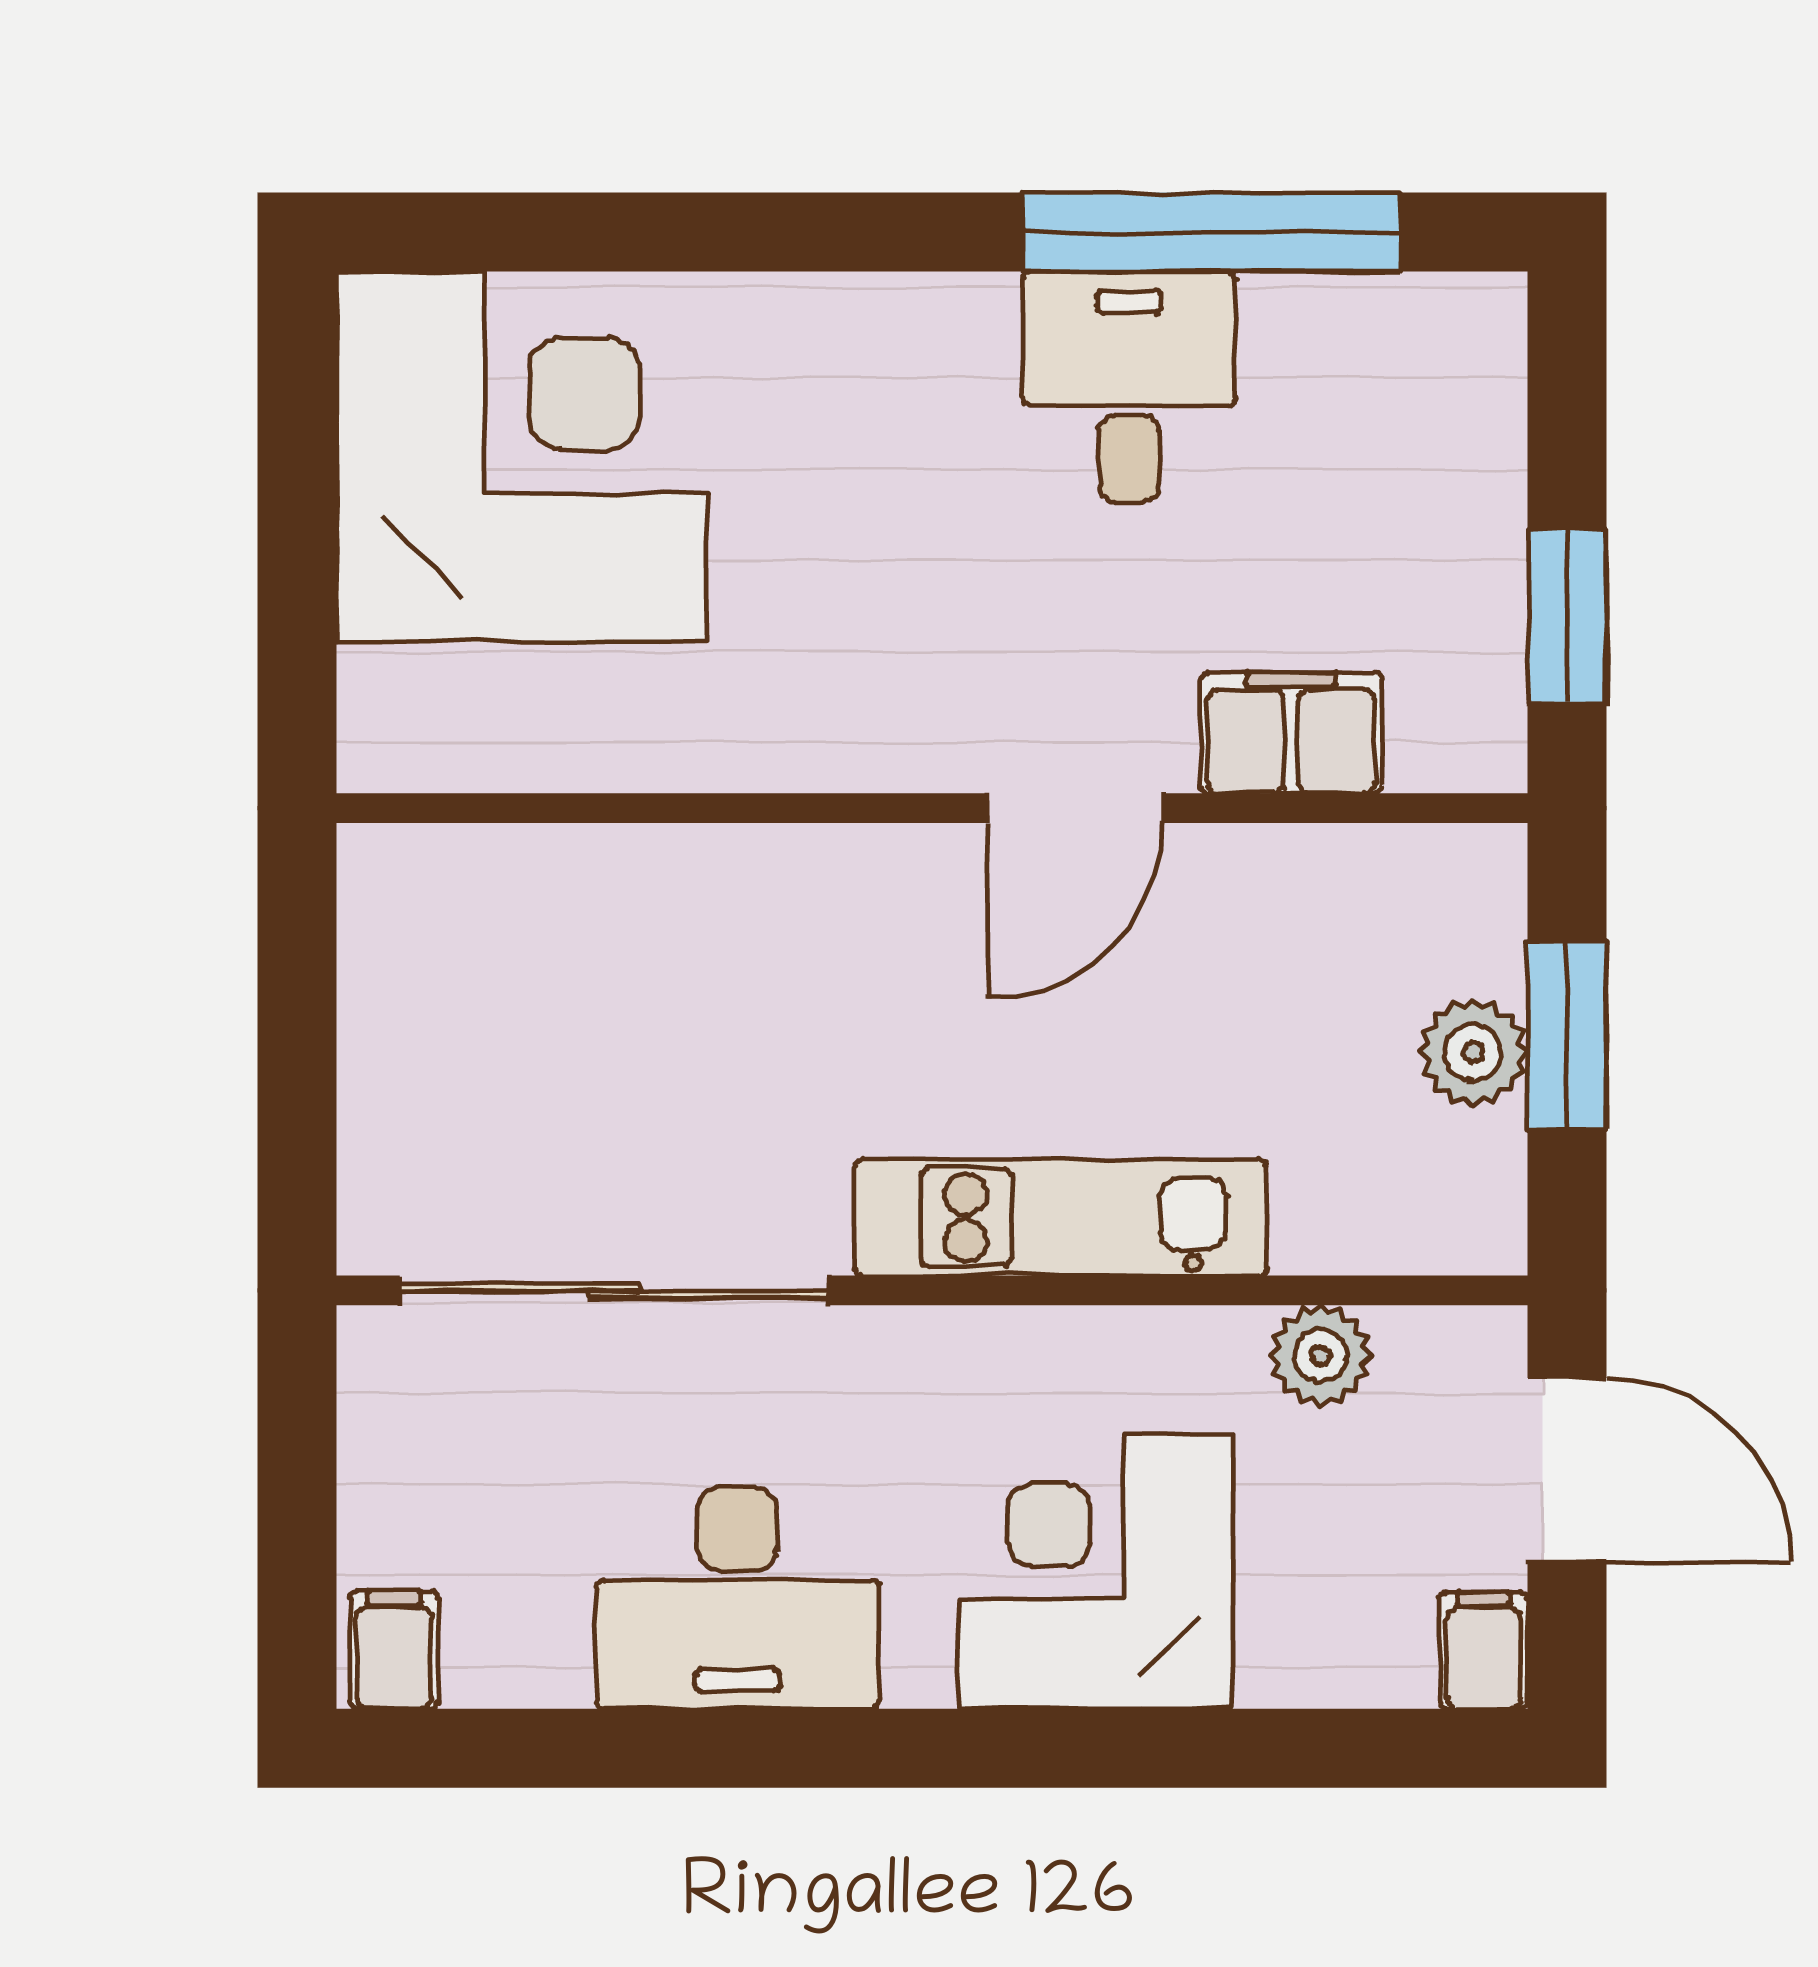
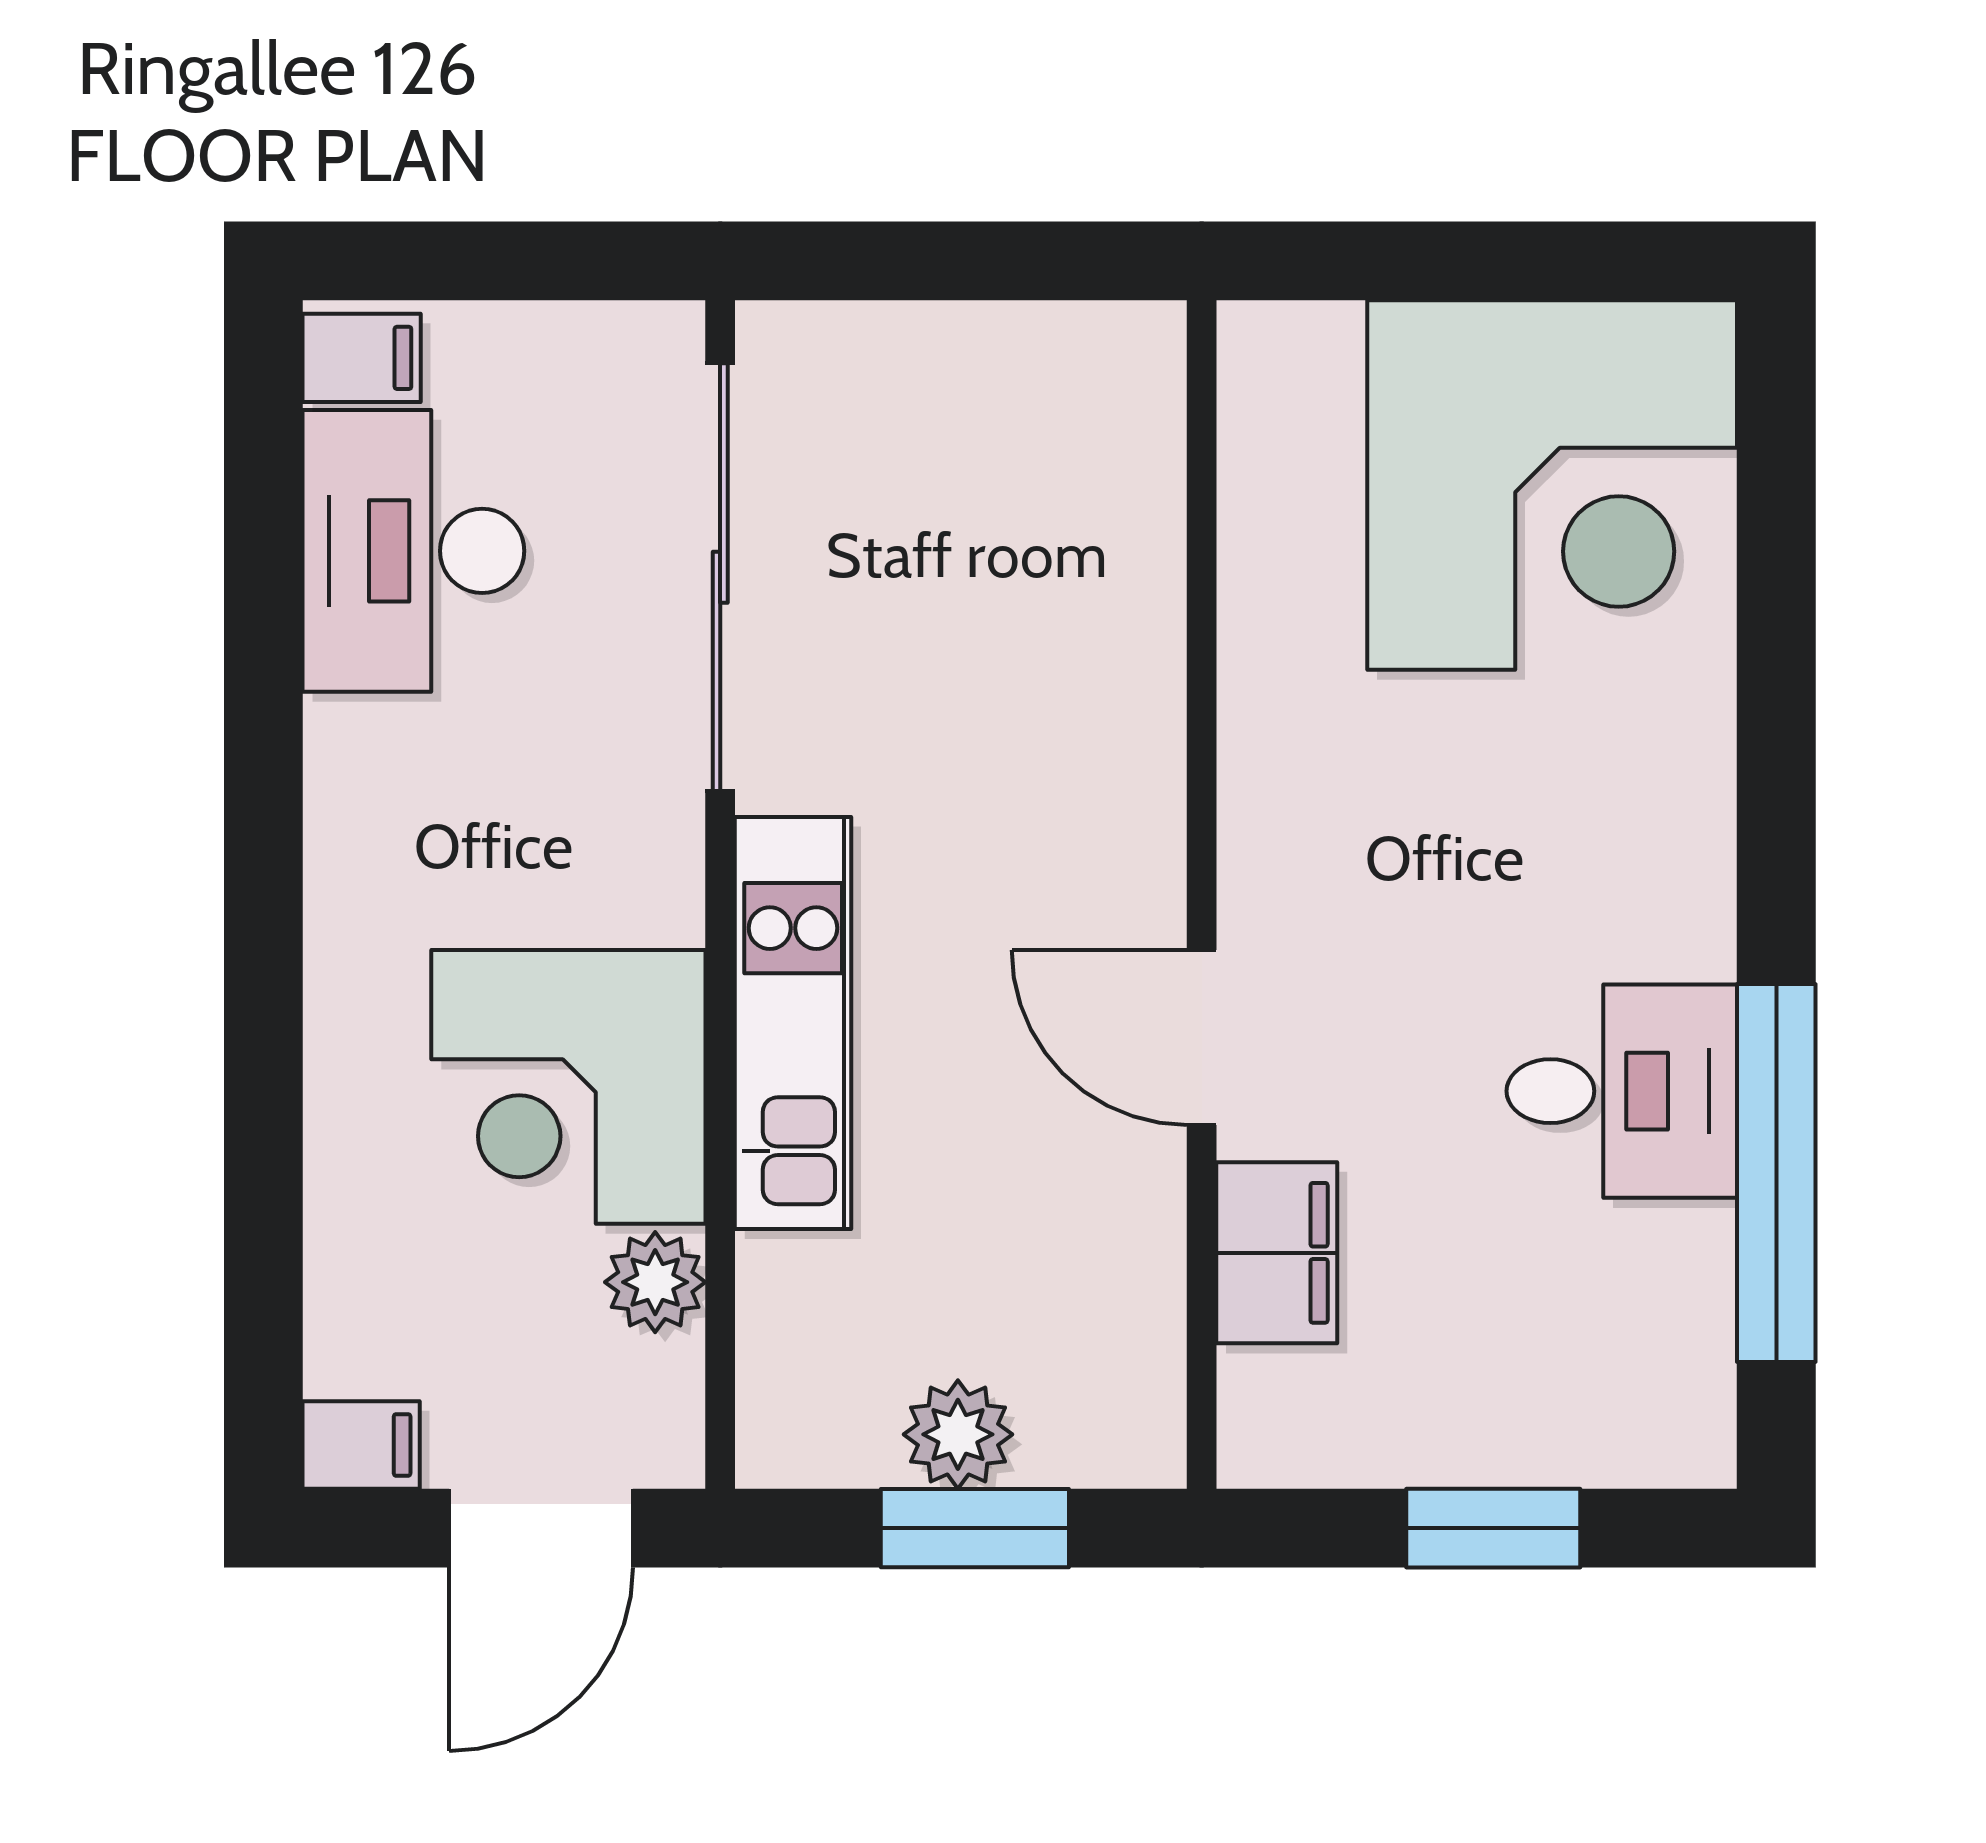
window: (1567, 616) -> (1493, 1528), moved
corner desk: (1096, 1572) -> (568, 1087), moved, turned 180
desk: (737, 1598) -> (413, 551), moved

